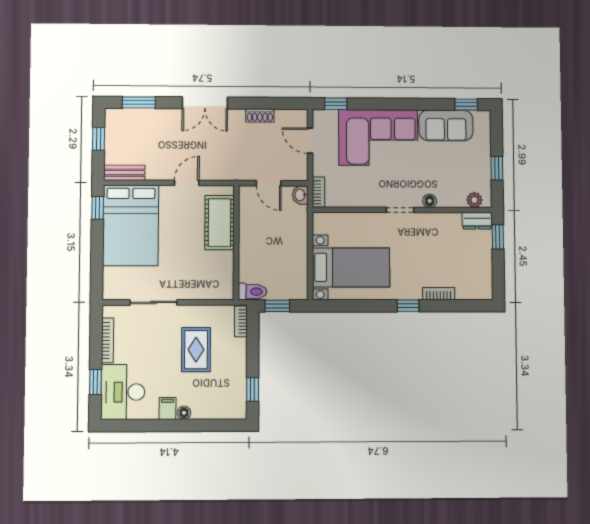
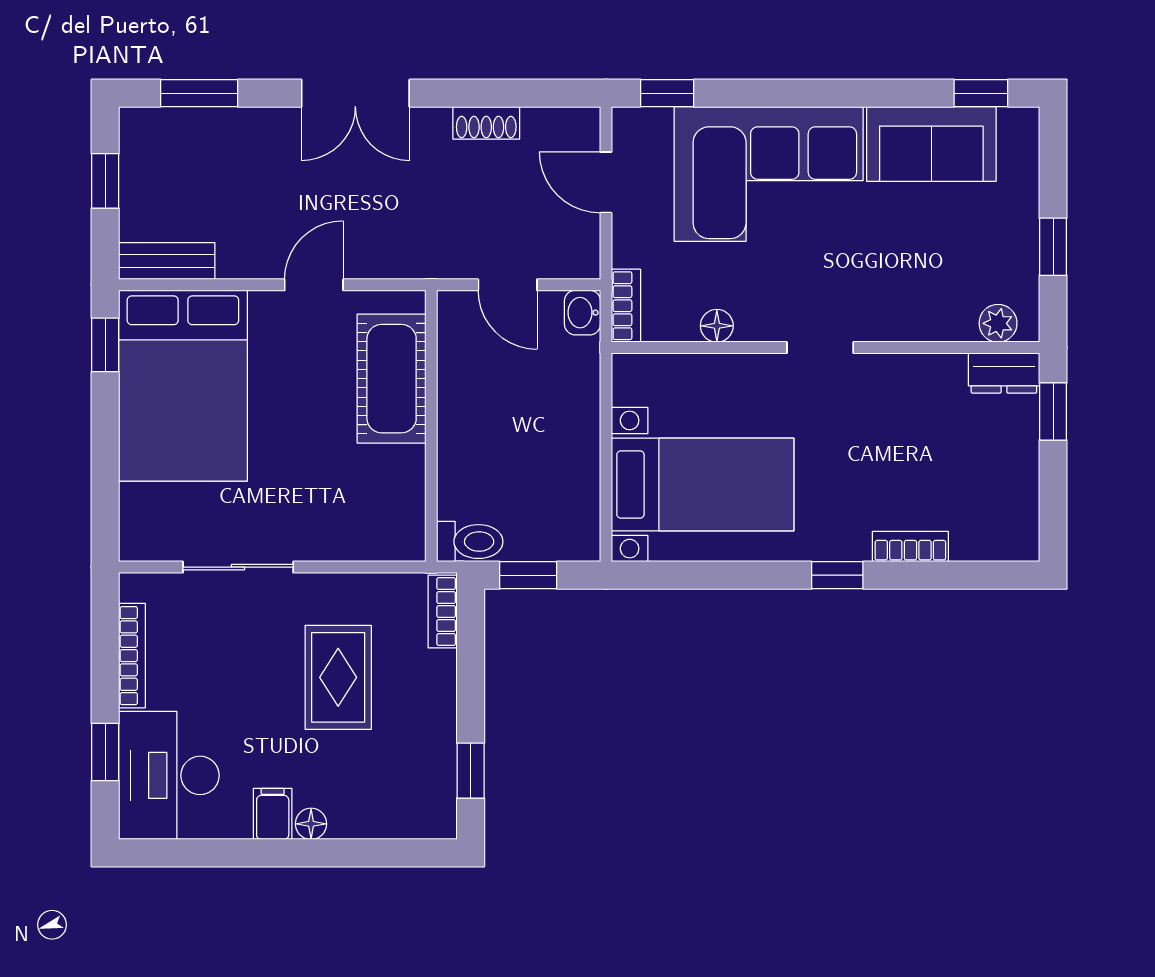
floor lamp: (430, 201) -> (717, 326), moved

